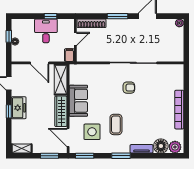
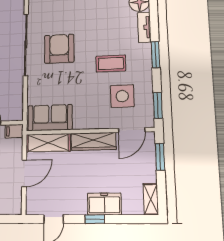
armchair: (129, 88) -> (59, 49), width x1.88, depth x1.88
sofa: (78, 101) -> (50, 118), moved
freezer: (19, 108) -> (104, 204), moved

